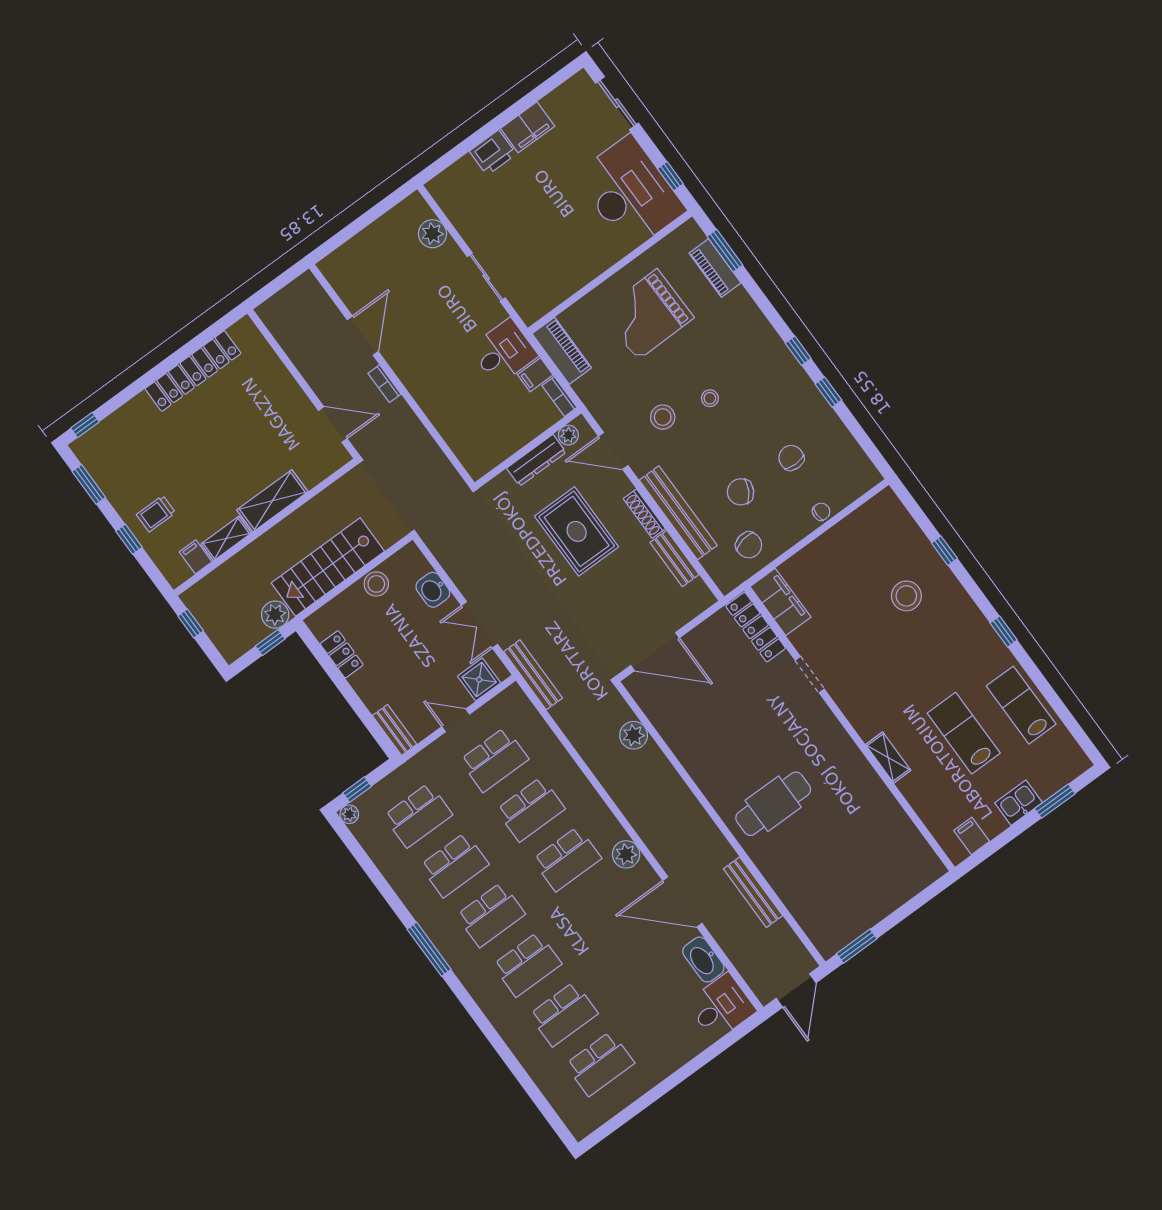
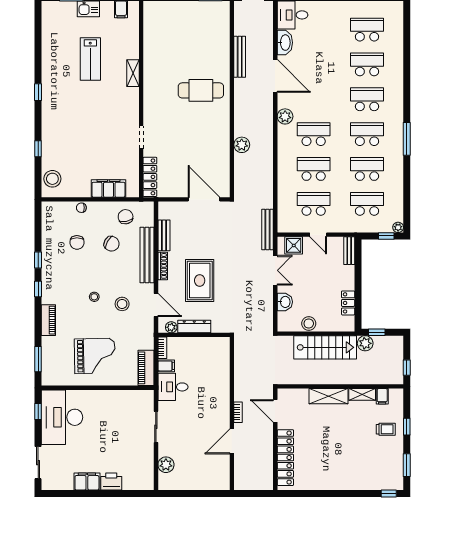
piano: (715, 268) -> (48, 320), moved
locker: (193, 371) -> (285, 458), moved, turned 90
stool: (906, 596) -> (52, 179), moved
filing cabinet: (780, 602) -> (108, 188), moved, turned 90
lab bench: (1021, 705) -> (55, 53), removed
plant: (634, 735) -> (242, 145), moved

